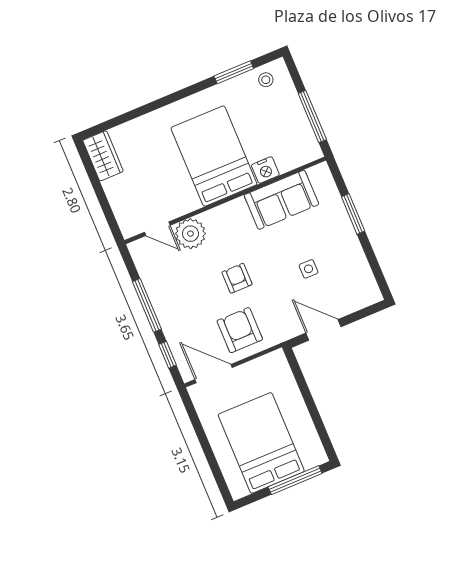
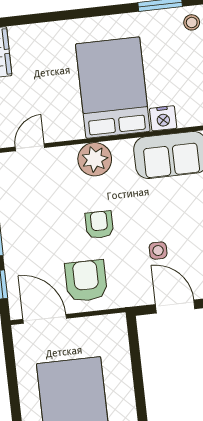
door: (157, 229) -> (30, 147), swing flipped
plant: (190, 234) -> (95, 159), moved
side table: (309, 269) -> (158, 251), moved

